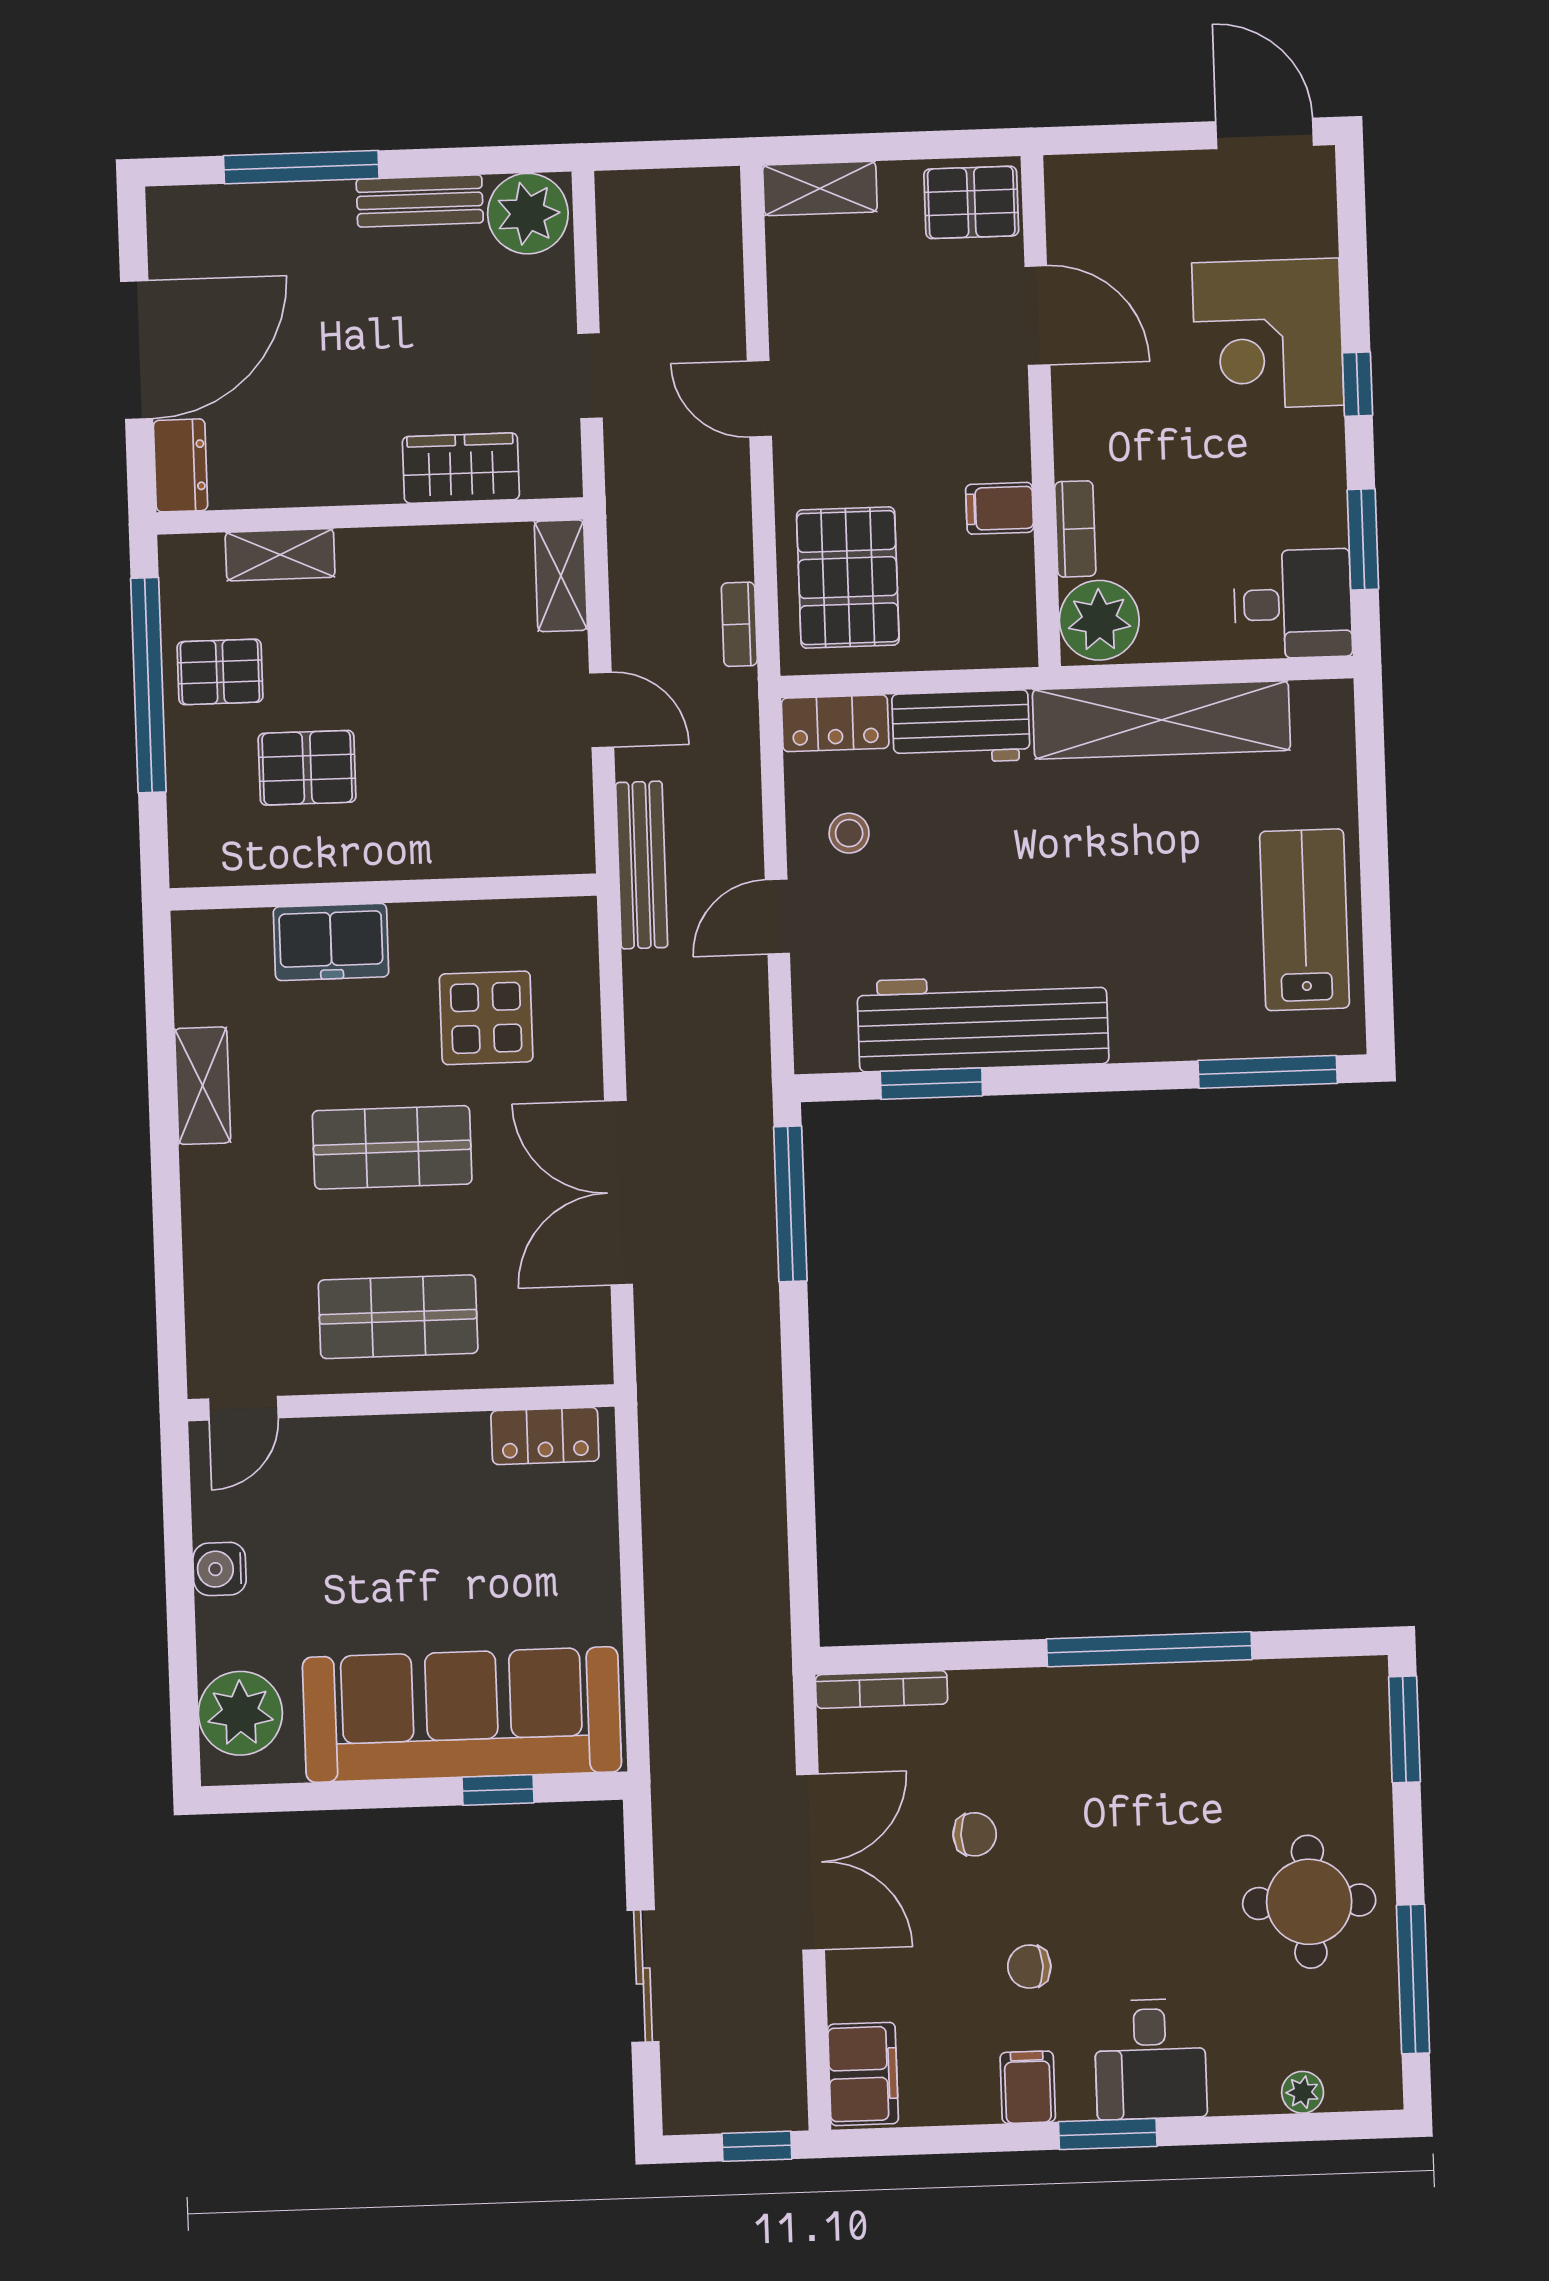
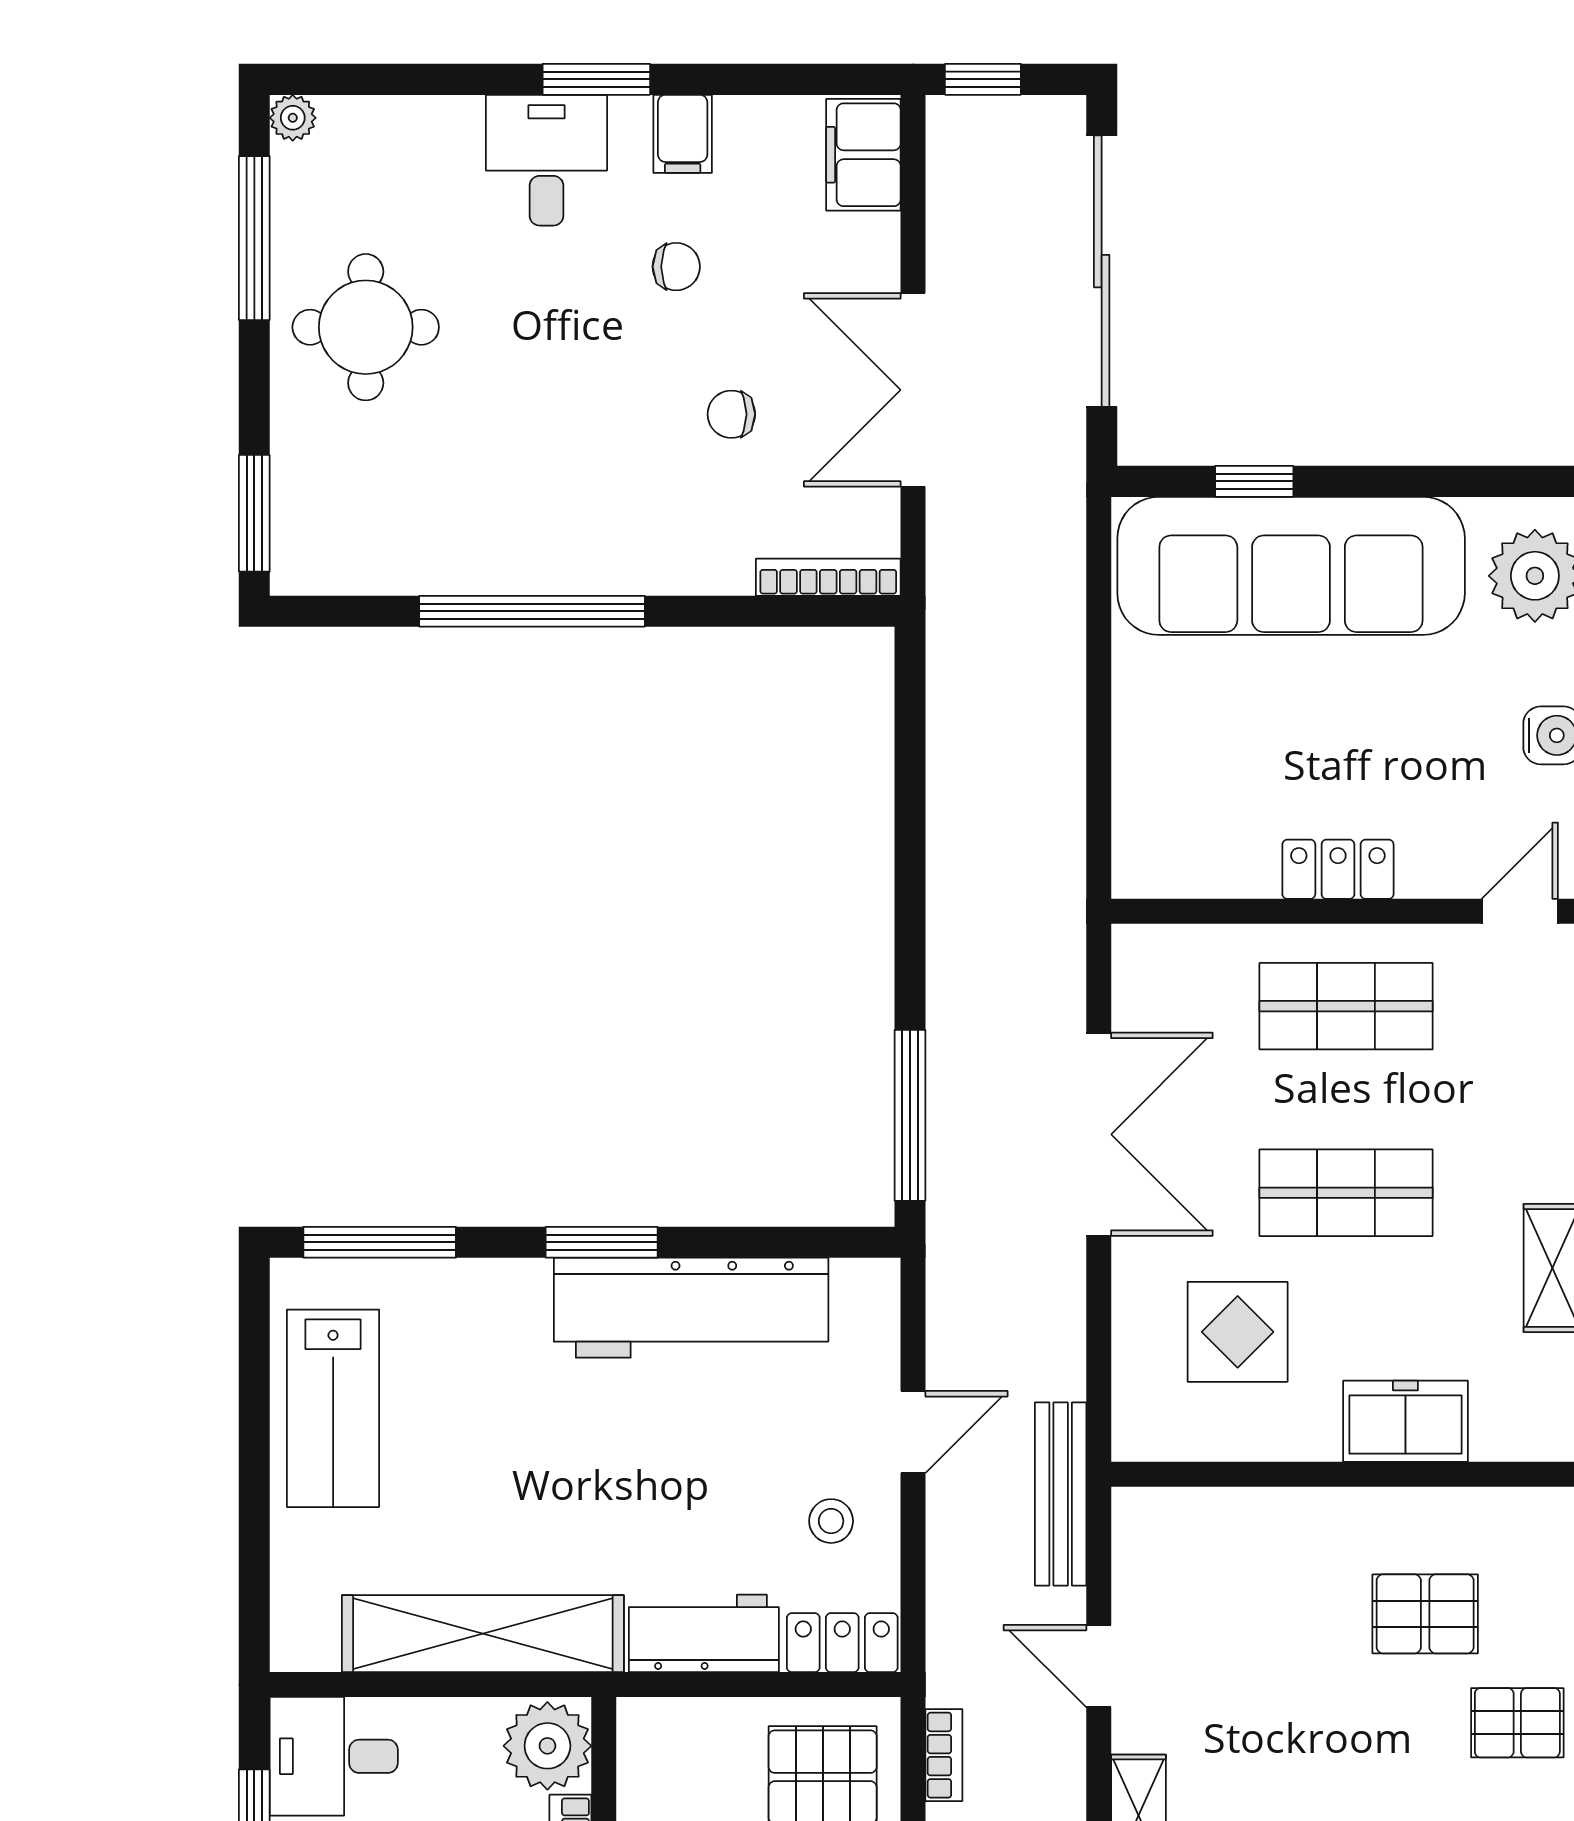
window: (931, 1084) -> (602, 1242), moved
locker: (545, 1436) -> (1338, 869), moved
sliding door: (643, 1976) -> (1102, 271), width x1.86
plant: (1303, 2092) -> (293, 118), moved

